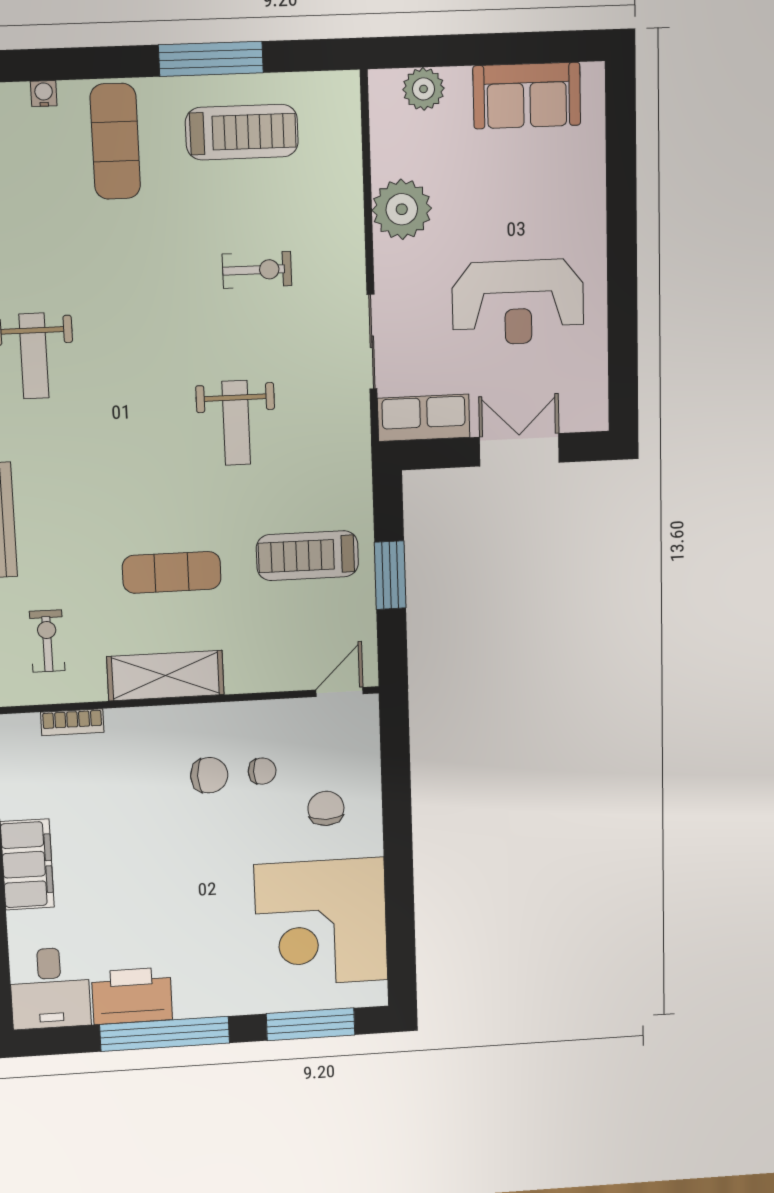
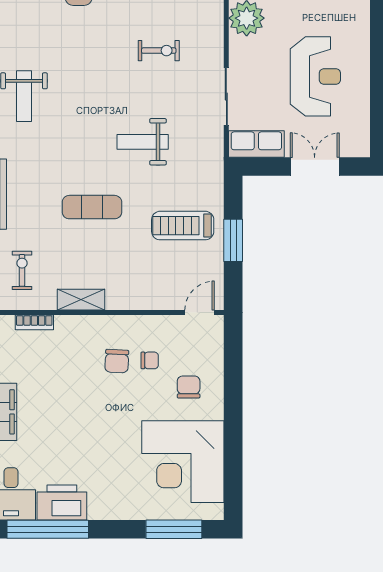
reception desk: (518, 302) -> (315, 76), turned -90
weight bench: (236, 423) -> (143, 142), turned 90
exercise mat: (172, 572) -> (92, 207), moved
shelving: (165, 676) -> (81, 300), width x0.67, depth x0.75
chair: (209, 775) -> (117, 361), turned 93
window: (165, 1034) -> (48, 529), moved

